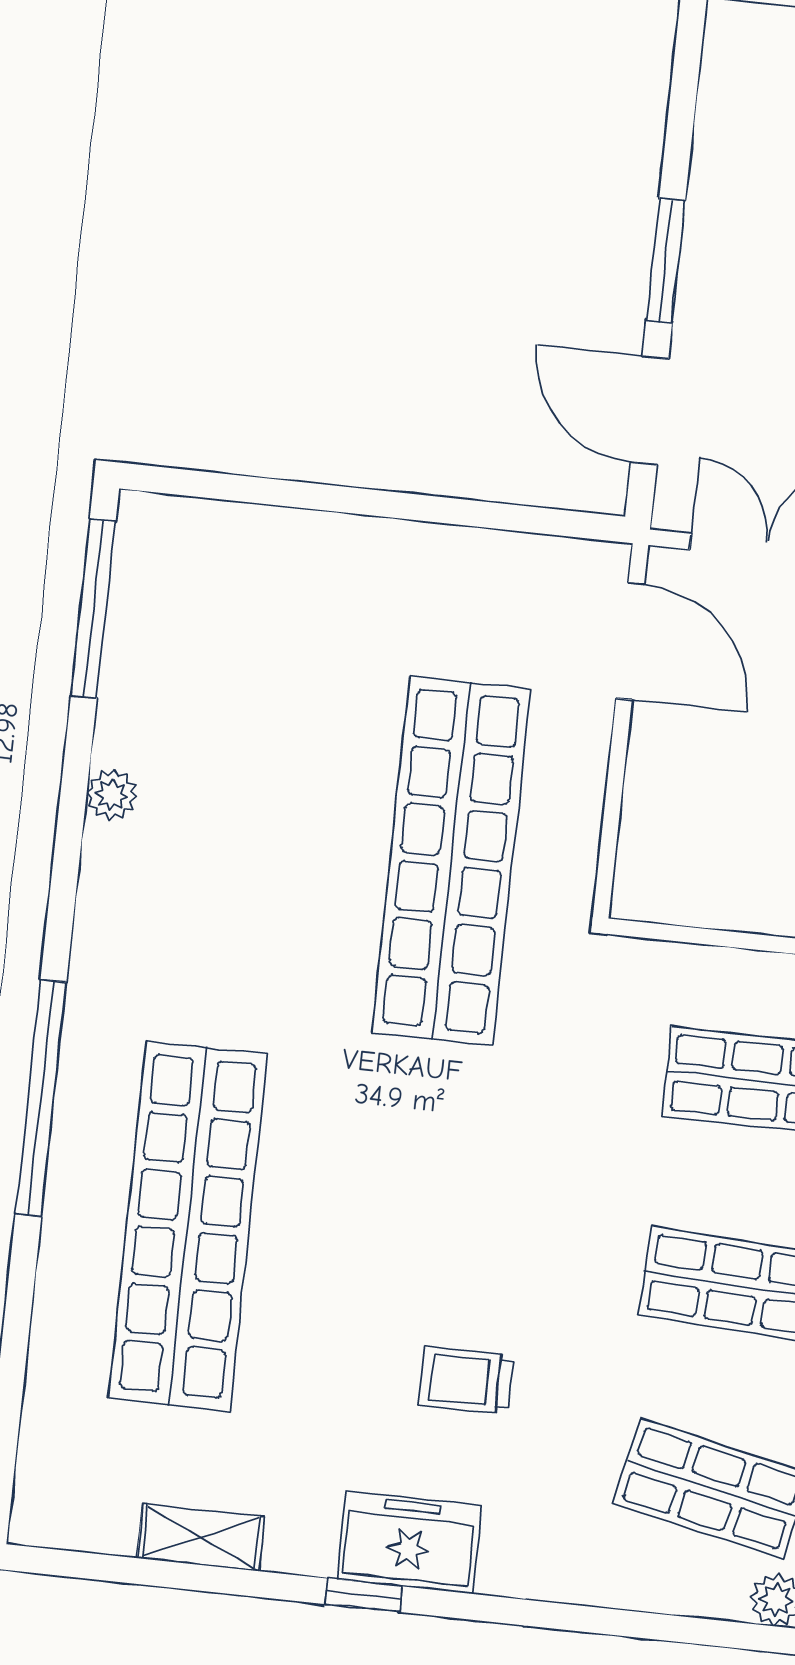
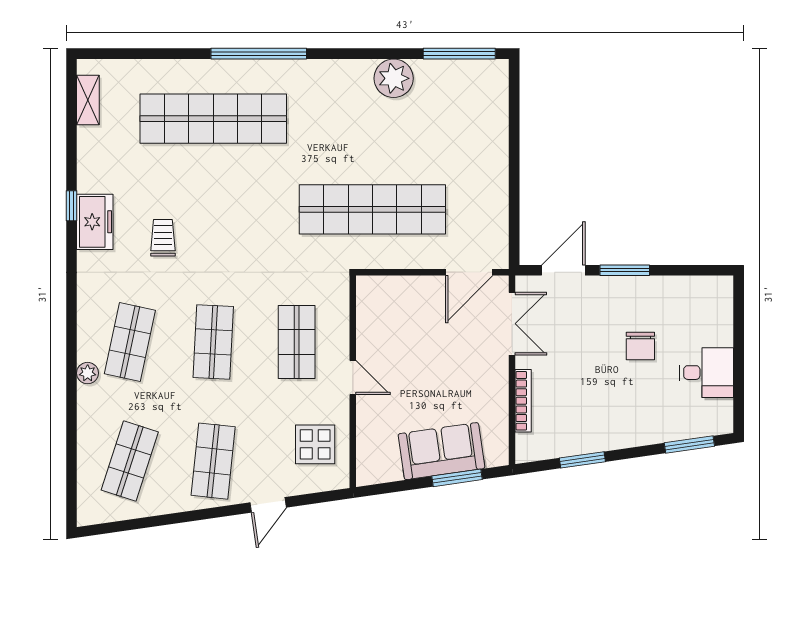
plant: (112, 795) -> (394, 78), width x1.87, depth x1.87
shelving: (201, 1537) -> (88, 100), moved

